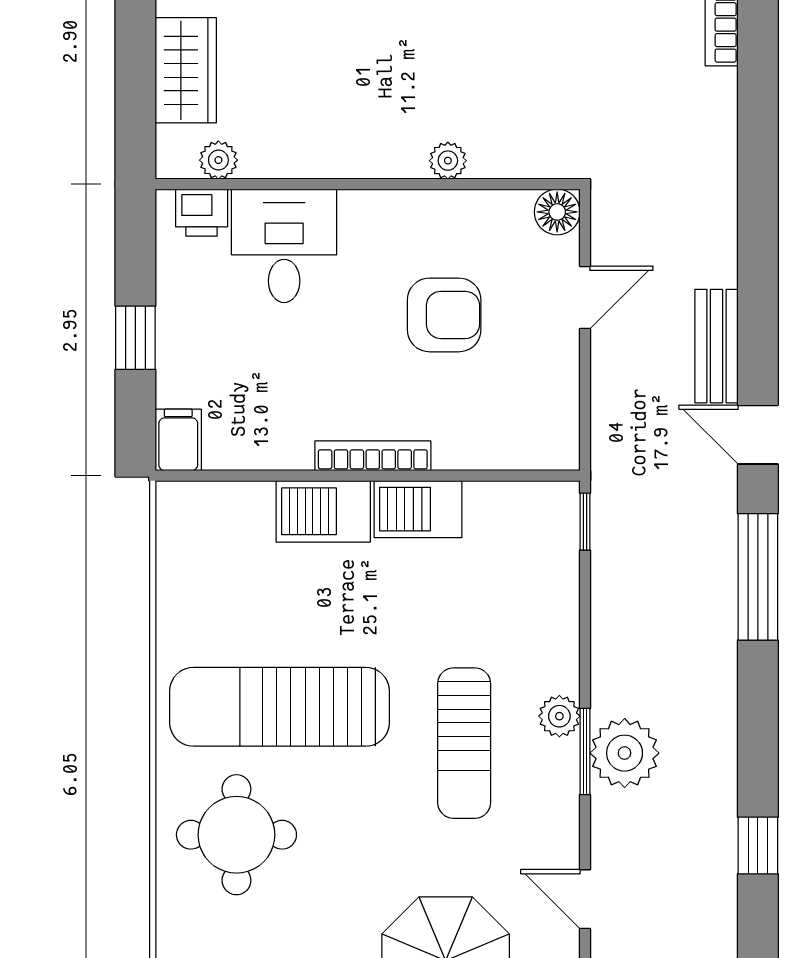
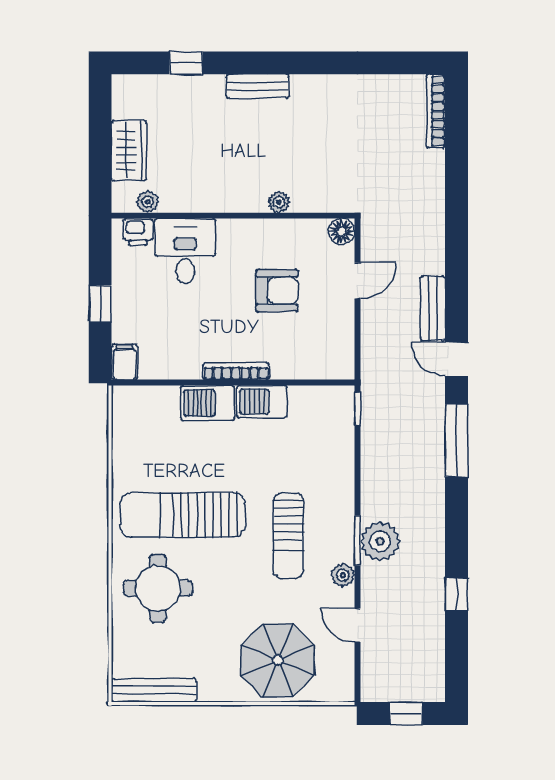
plant: (559, 716) -> (343, 575), moved

